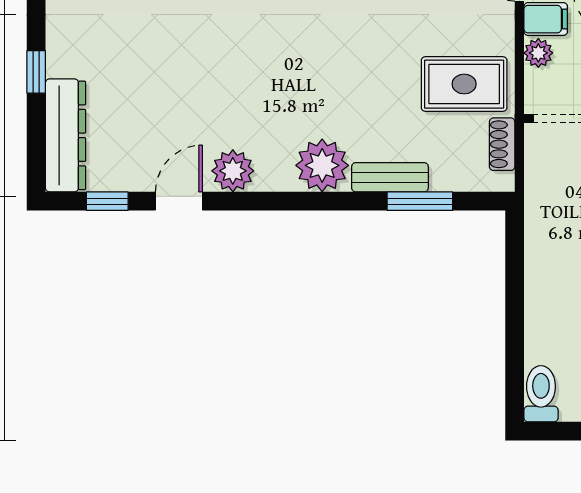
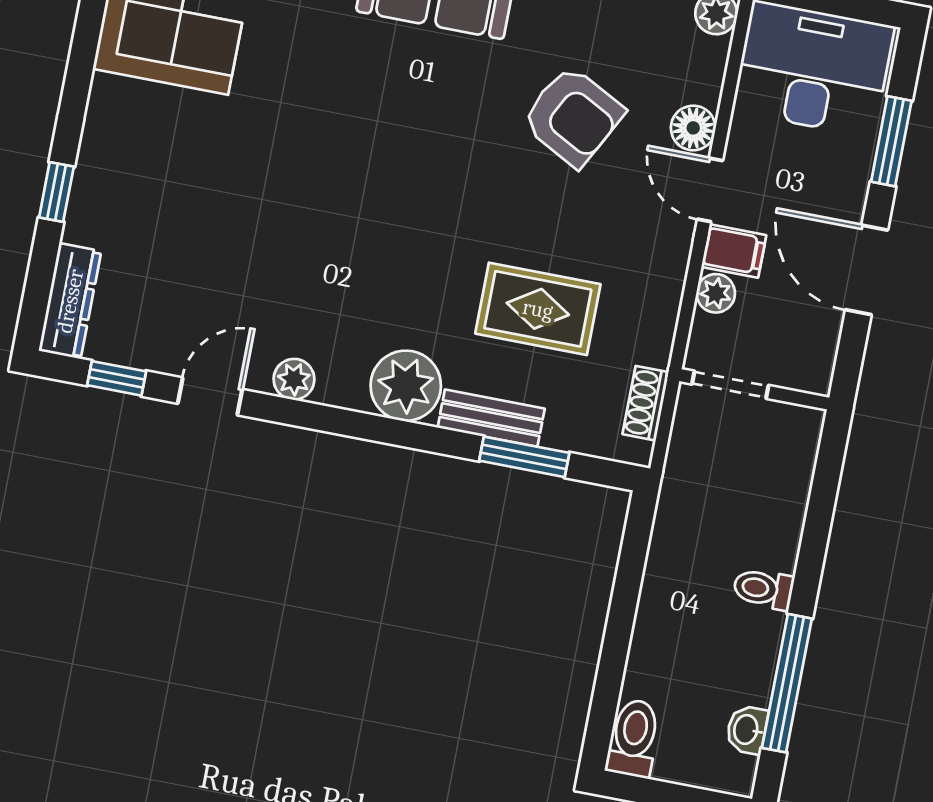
rug: (464, 84) -> (538, 309), moved
dresser: (66, 135) -> (70, 301), width x0.73, depth x0.80
plant: (233, 171) -> (294, 379), width x0.73, depth x0.73

